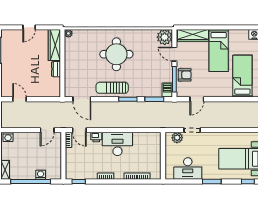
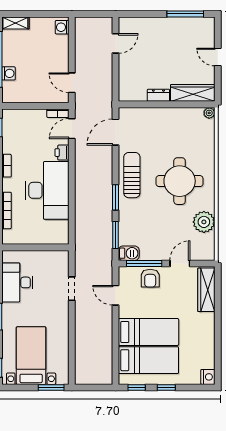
plant: (165, 37) -> (204, 222), moved
bed: (219, 51) -> (149, 332), moved, turned 180
plant: (177, 138) -> (61, 267), removed
desk: (117, 144) -> (47, 190), width x1.36, depth x1.30

